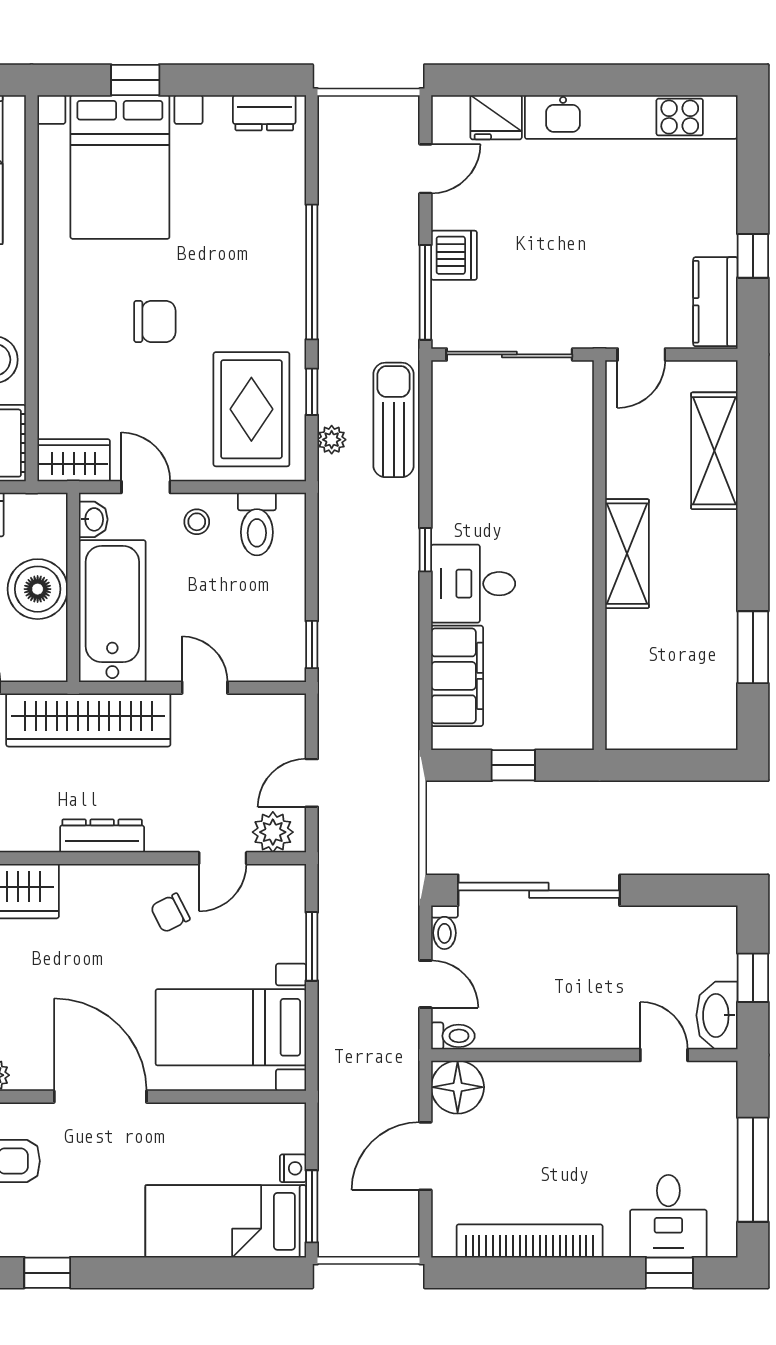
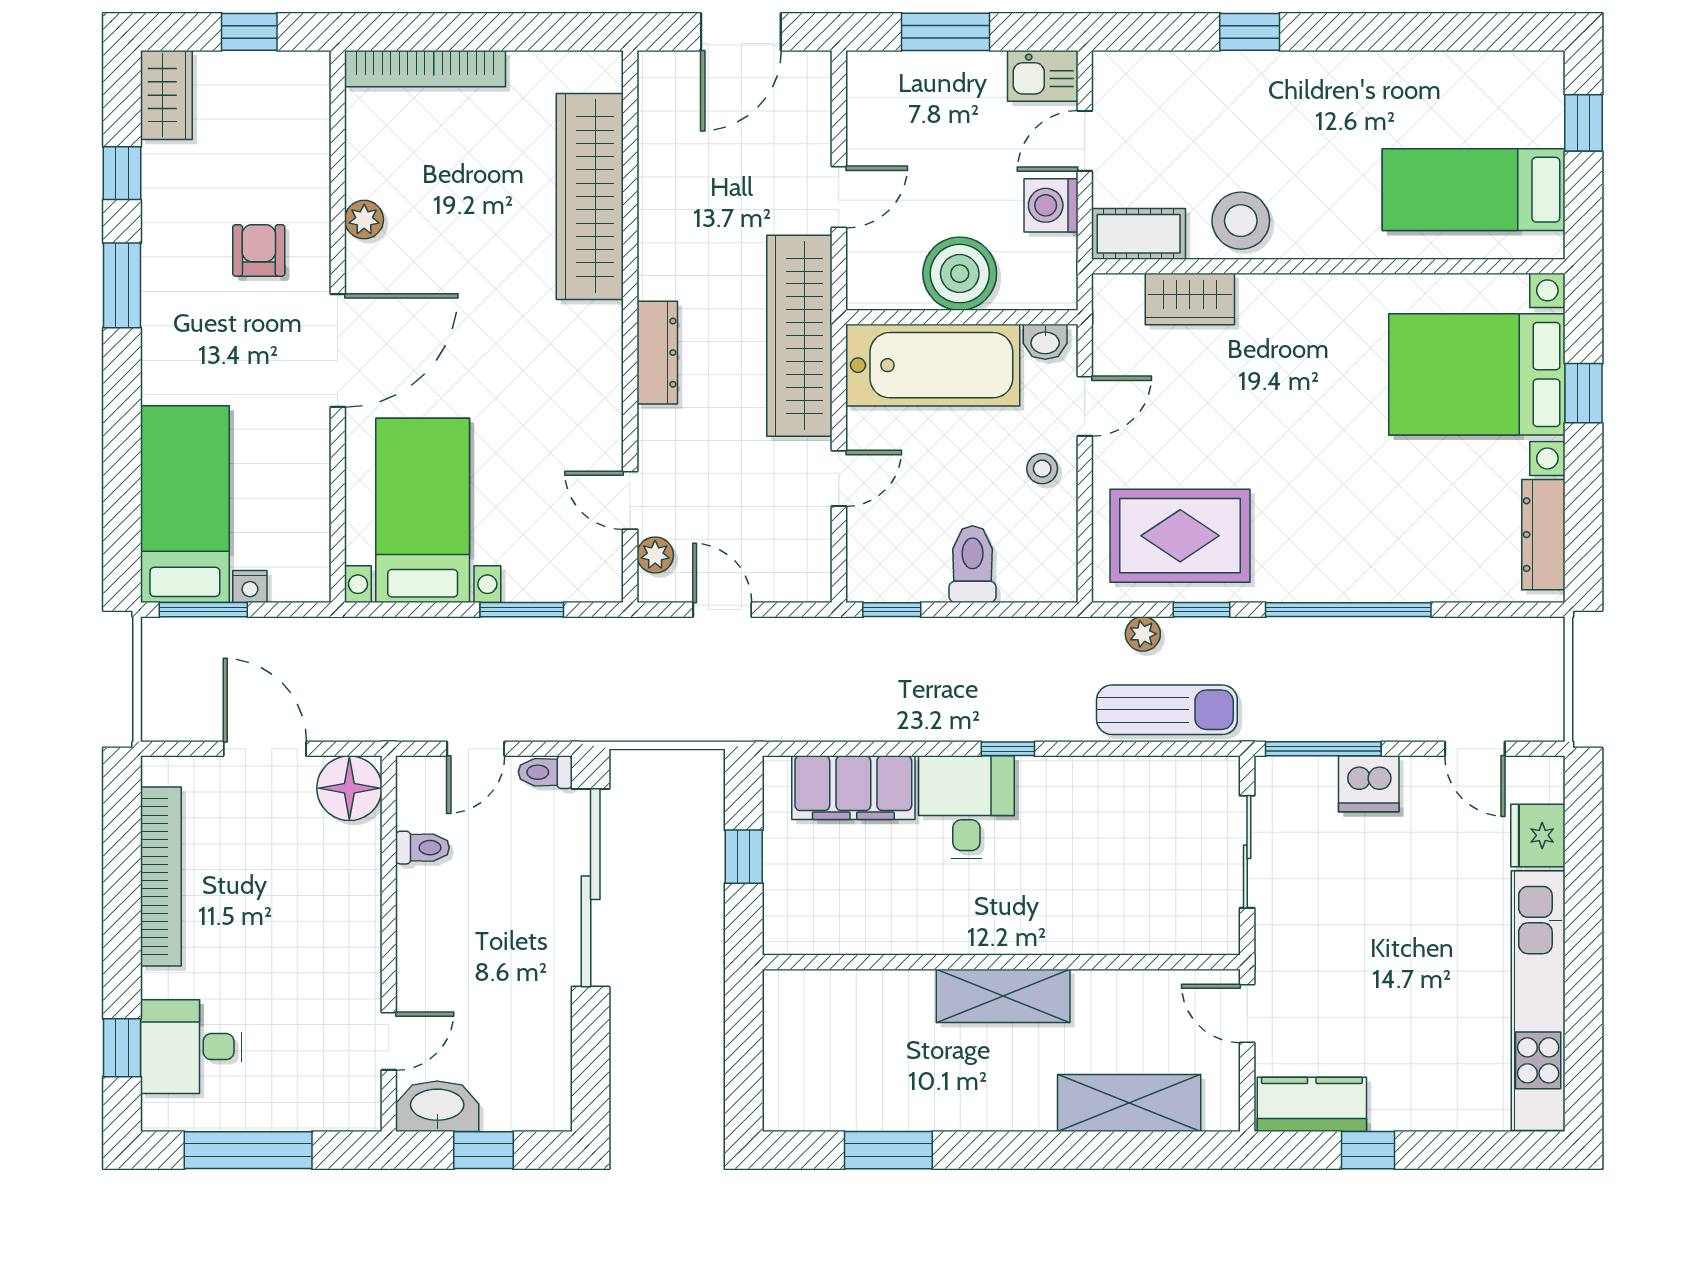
dresser: (264, 113) -> (1543, 535), width x1.44
chair: (155, 321) -> (1288, 417), removed
sliding door: (509, 354) -> (1247, 852), width x0.73
wardrobe: (74, 460) -> (1190, 299), moved, turned 90
toilet: (257, 524) -> (973, 564), moved, turned 90
plant: (273, 832) -> (655, 555), width x0.73, depth x0.73
chair: (170, 913) -> (563, 436), removed
toilet: (453, 1036) -> (422, 848), moved, turned -90
window: (47, 1273) -> (122, 285), width x1.50

